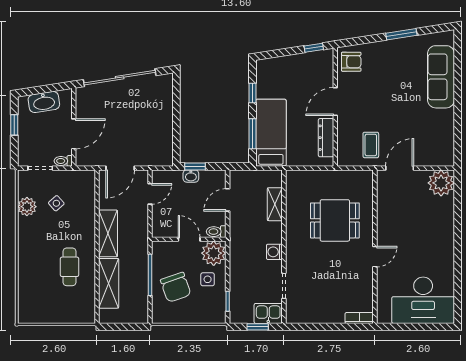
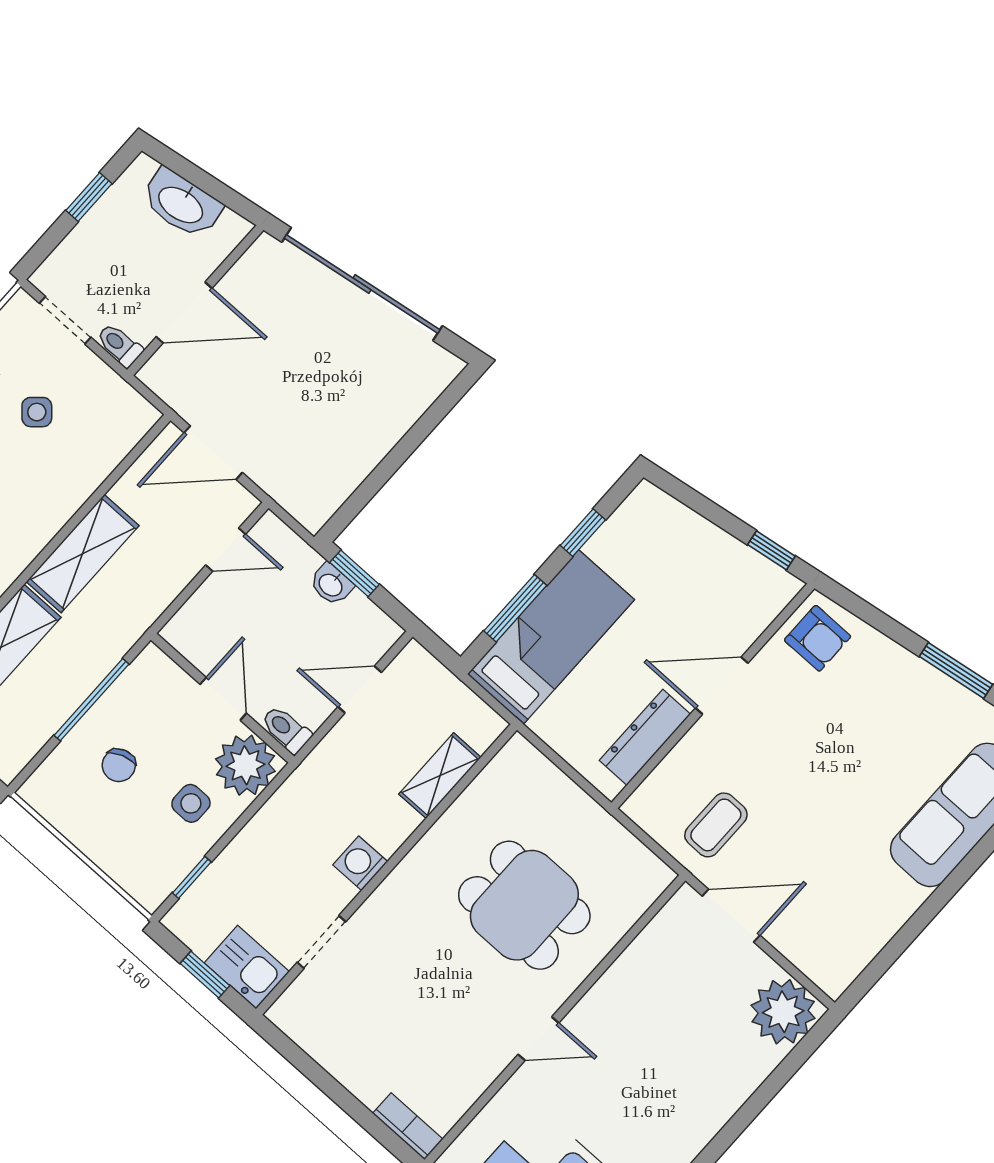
chair: (176, 287) -> (119, 765), width x0.54, depth x0.54

